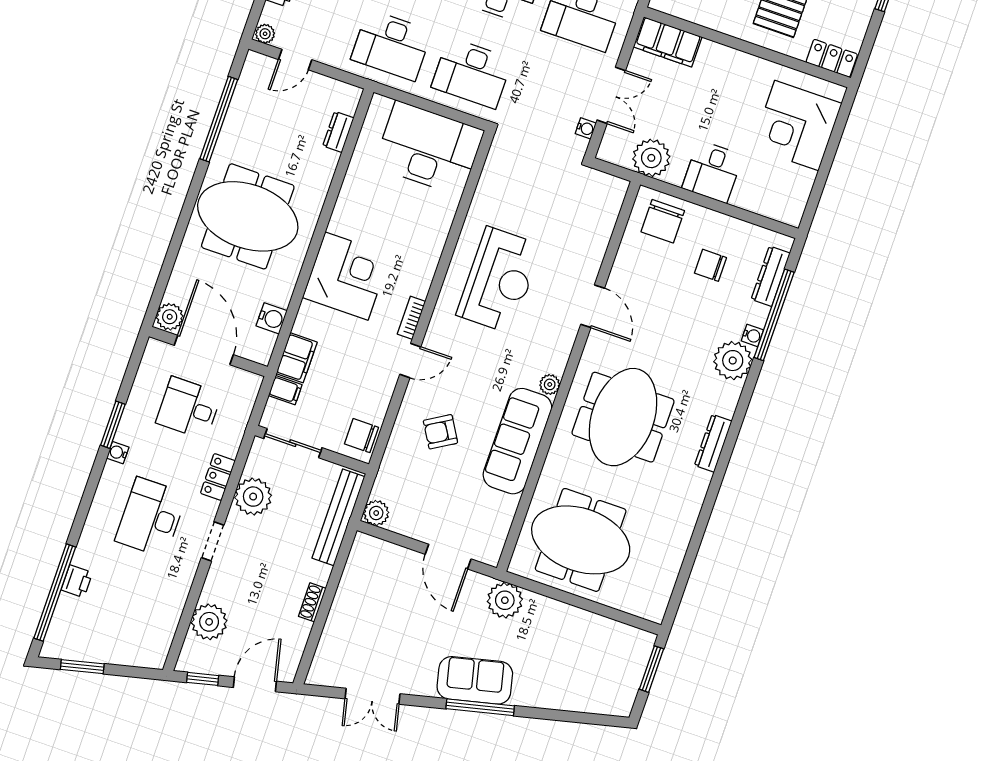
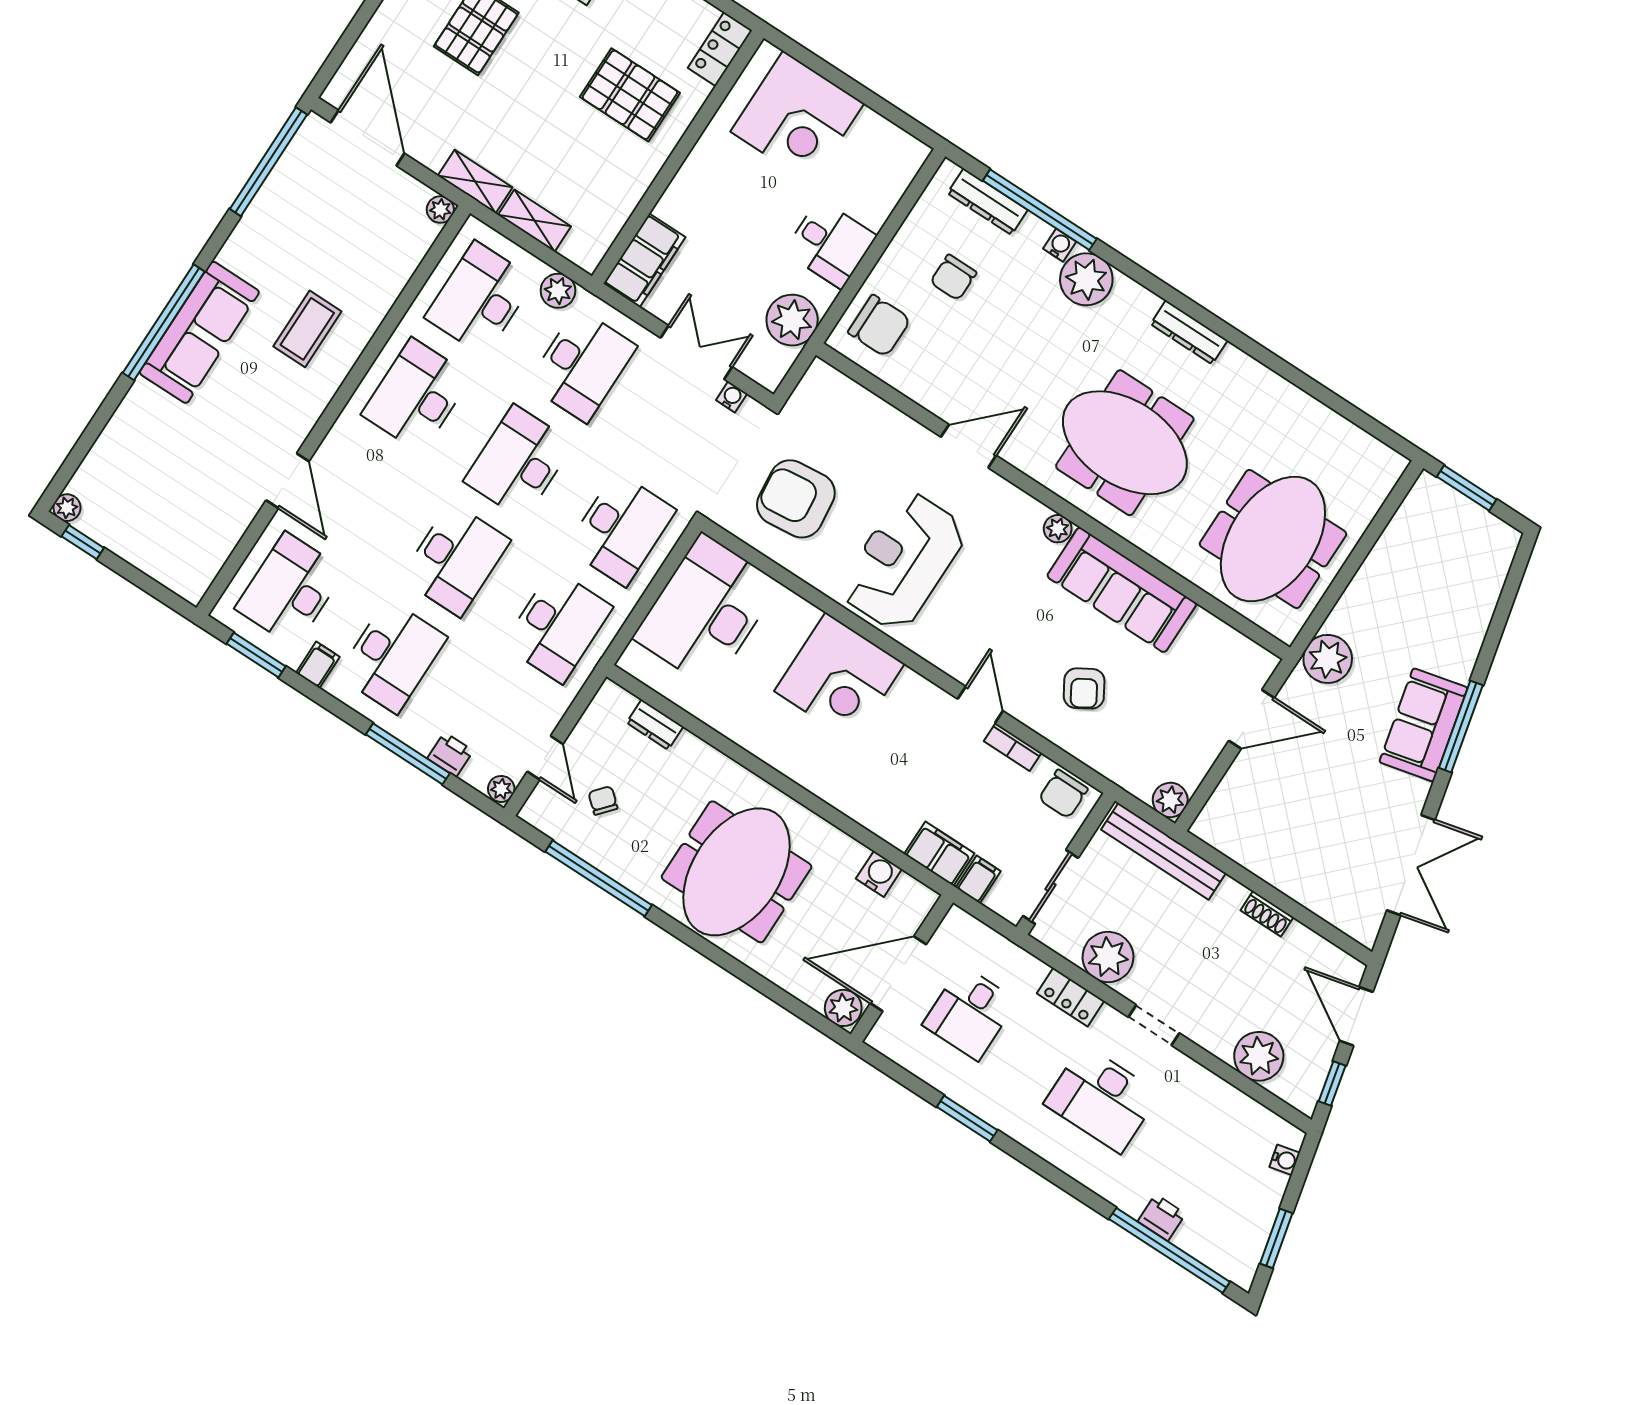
chair: (275, 108) -> (603, 800), added
armchair: (524, 192) -> (796, 499), added
corner desk: (347, 276) -> (839, 677), moved, turned 180
reception desk: (499, 280) -> (903, 561), turned -90
bookcase: (411, 318) -> (1013, 747), moved
water cooler: (118, 453) -> (1285, 1160), moved, turned -103
double door: (373, 696) -> (1411, 865), width x1.37

